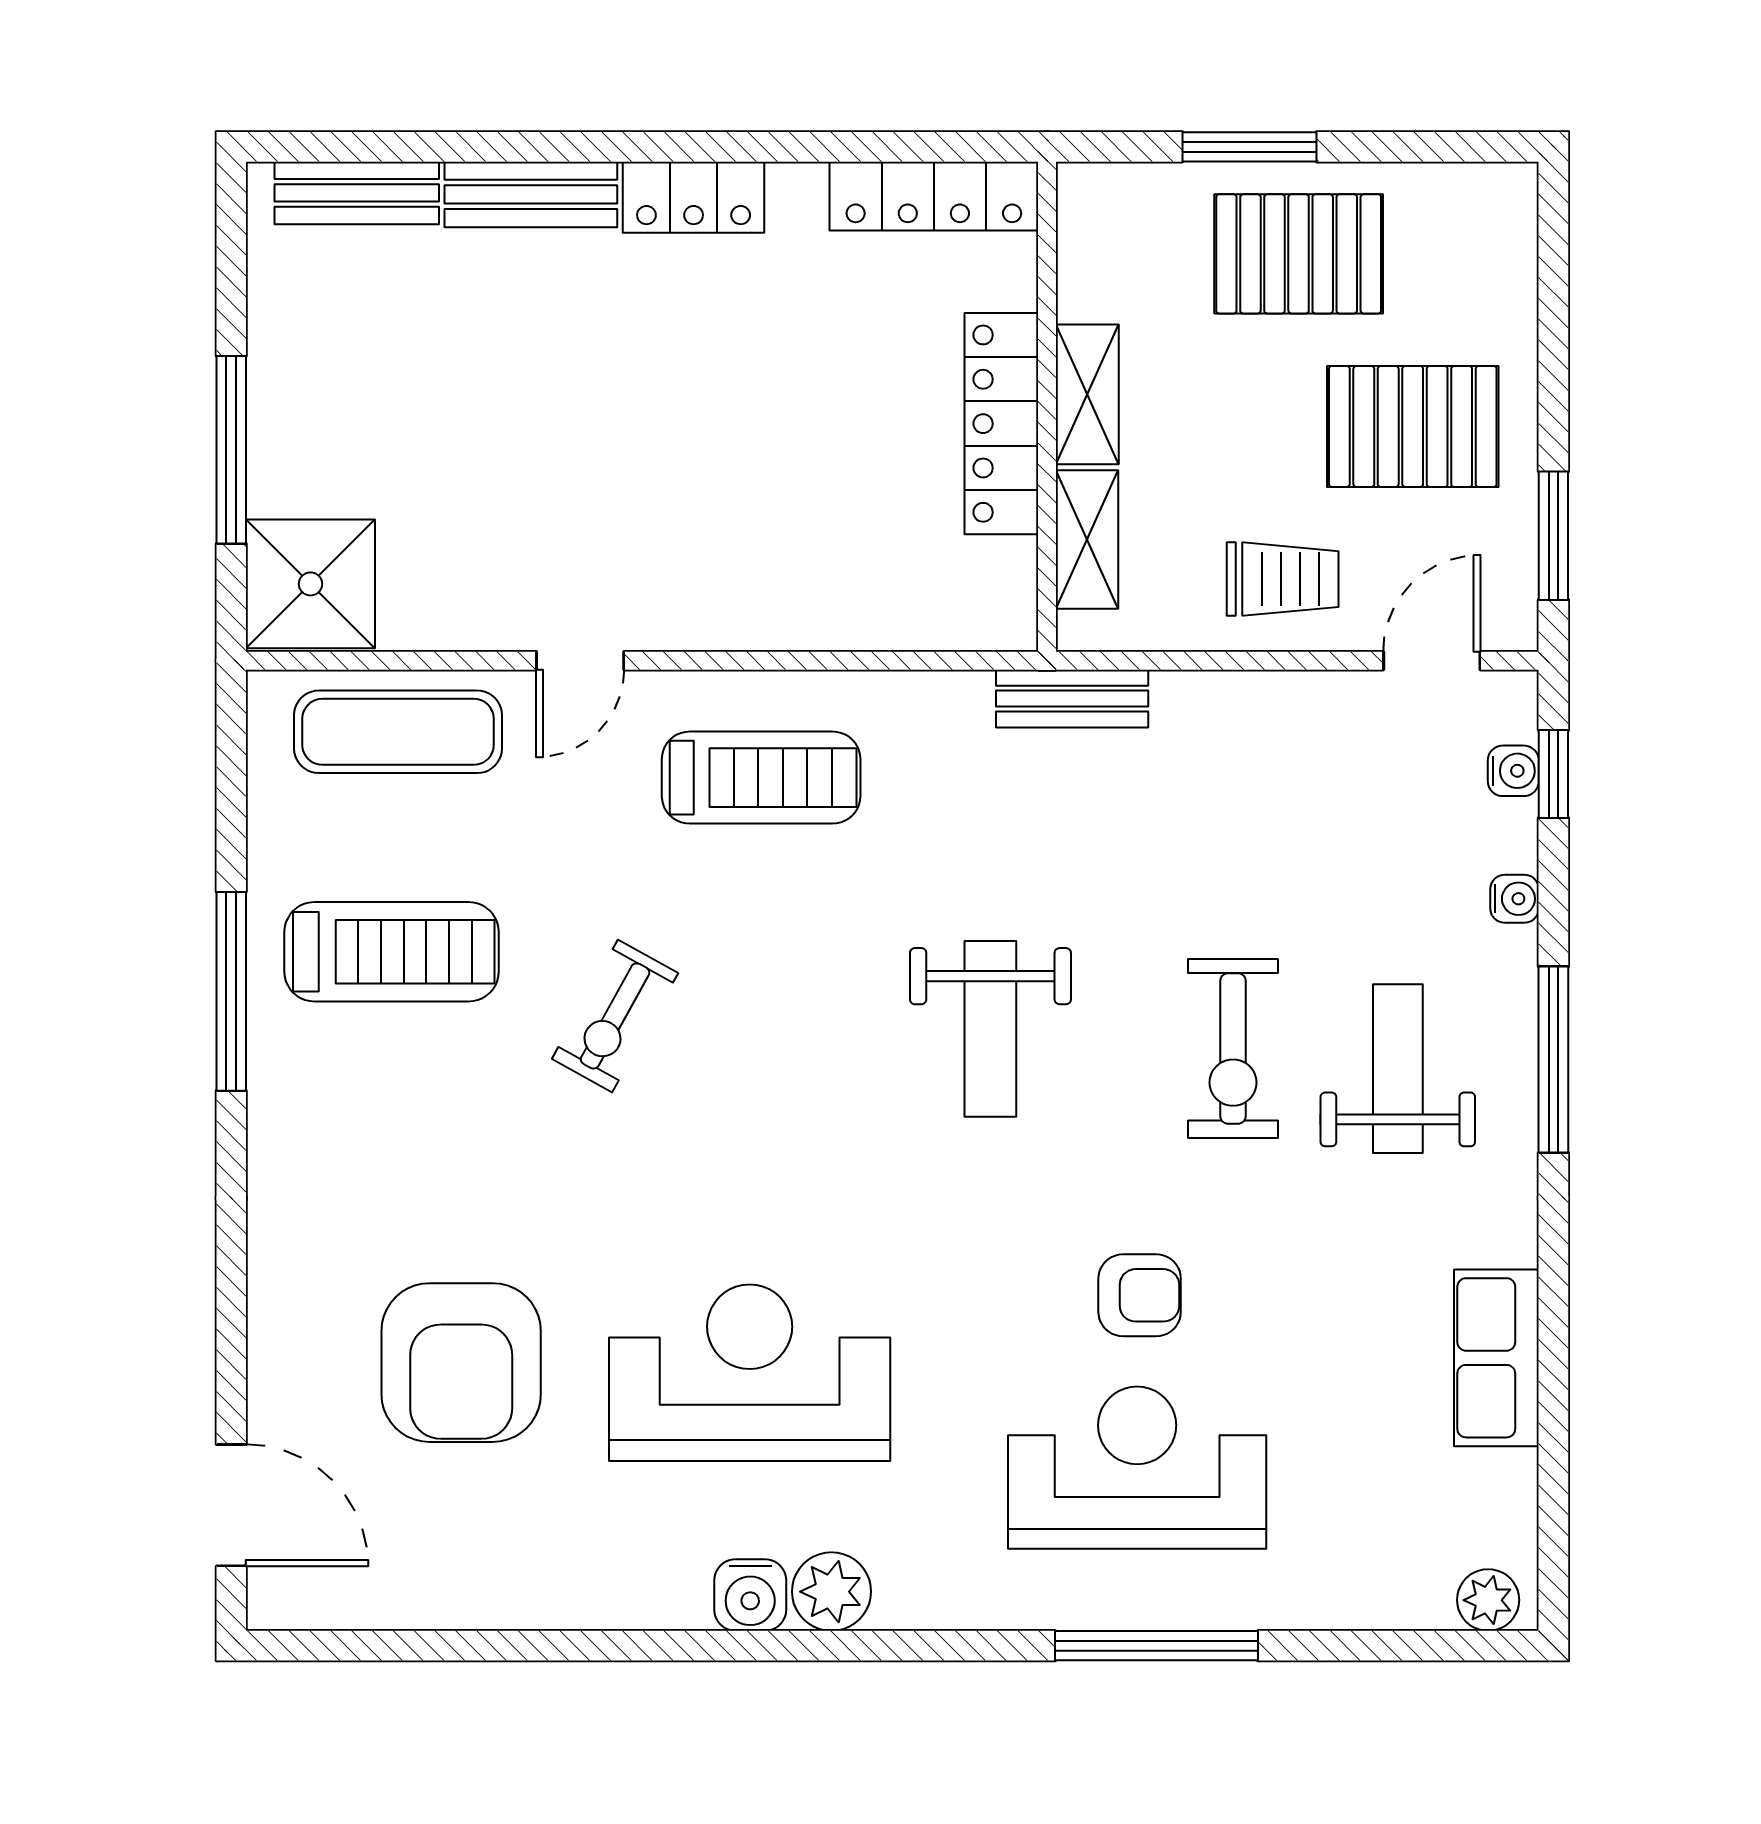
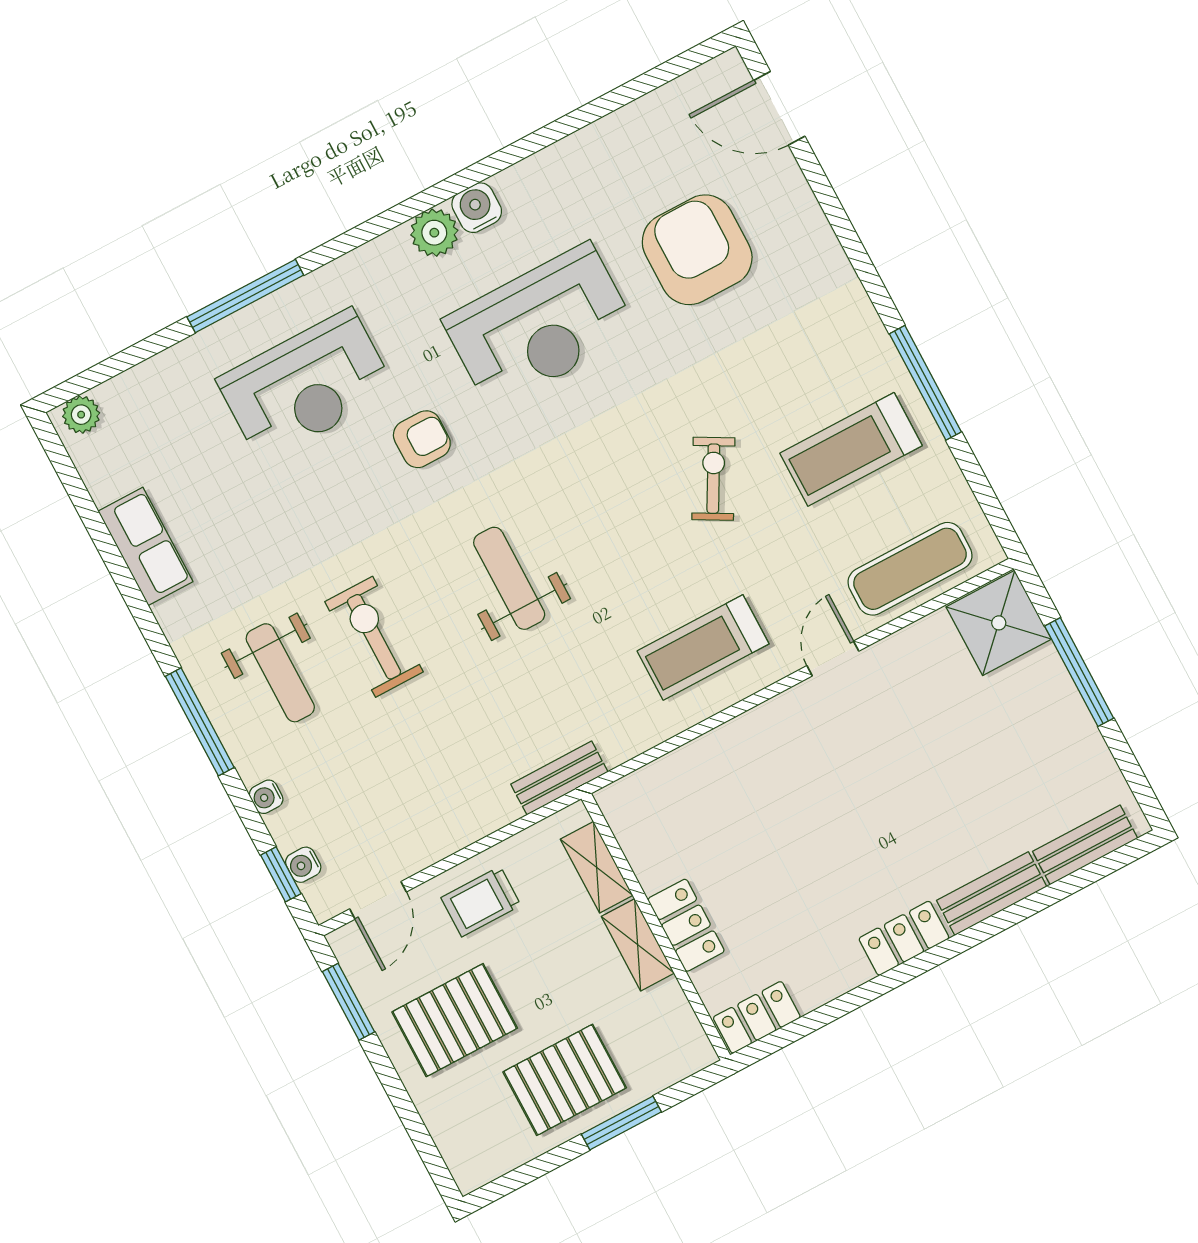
locker: (934, 196) -> (757, 1017), width x0.66
locker: (1001, 424) -> (686, 925), width x0.66
armchair: (1140, 1295) -> (422, 439), moved, turned 180

